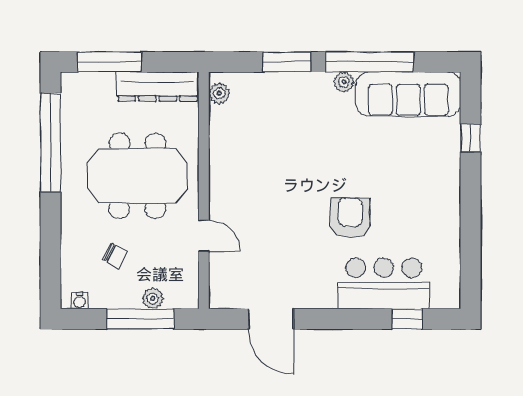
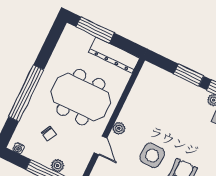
plant: (219, 93) -> (119, 128), moved
window: (51, 142) -> (26, 93), moved
side table: (291, 213) -> (152, 155), added

